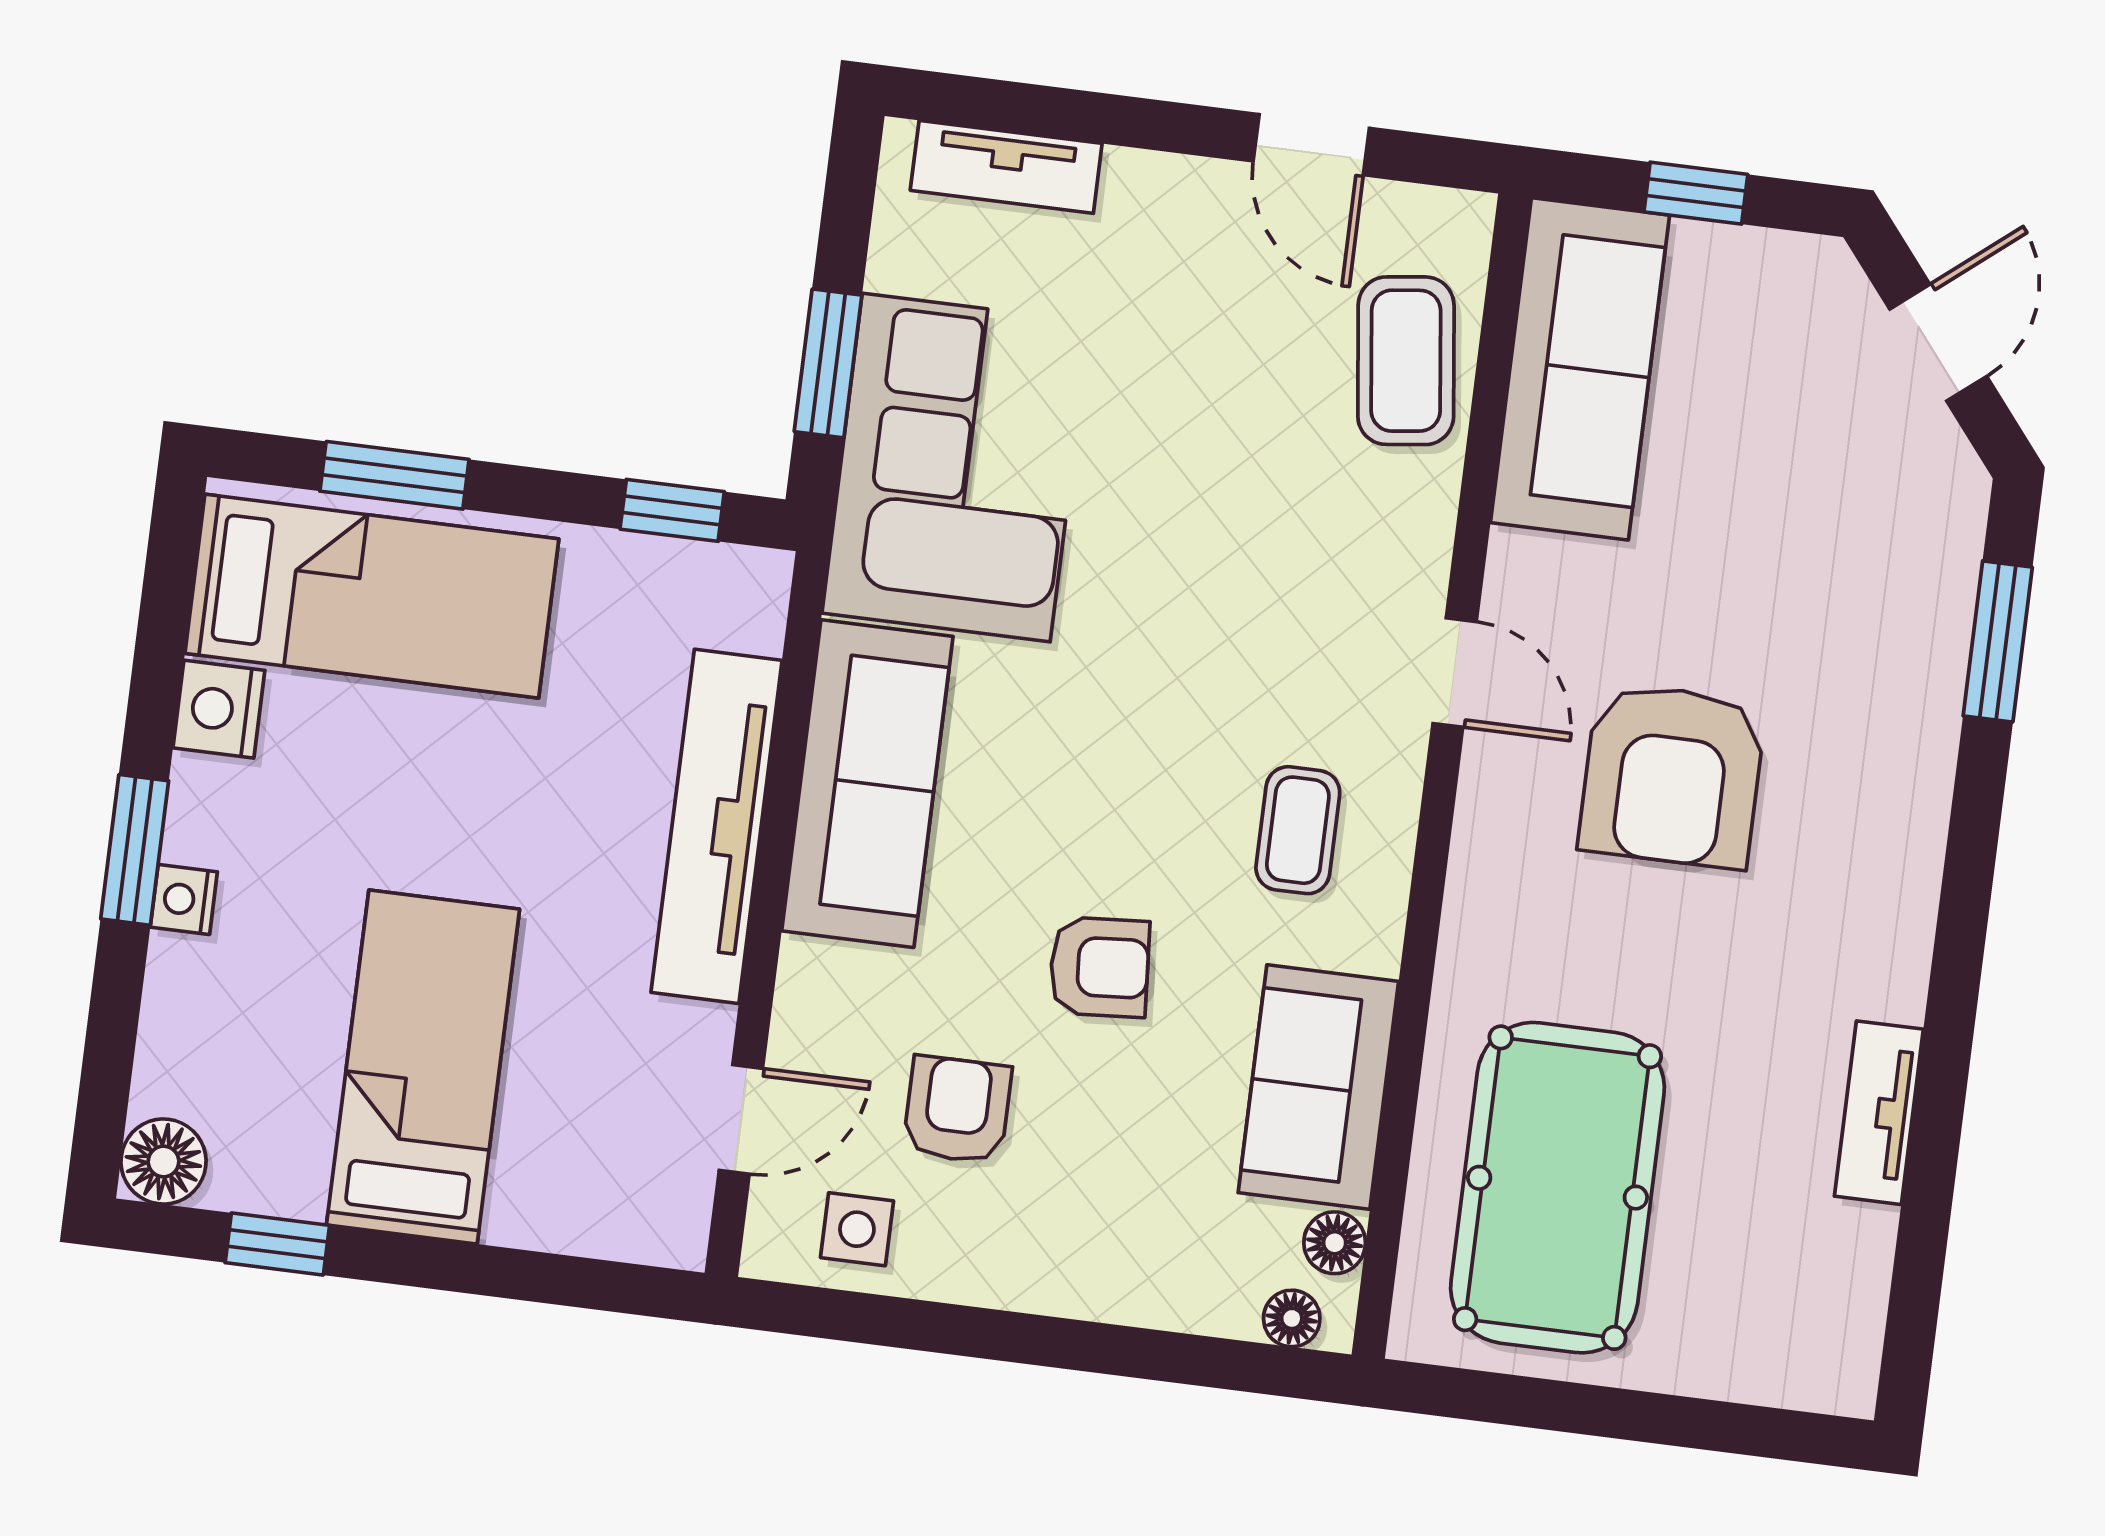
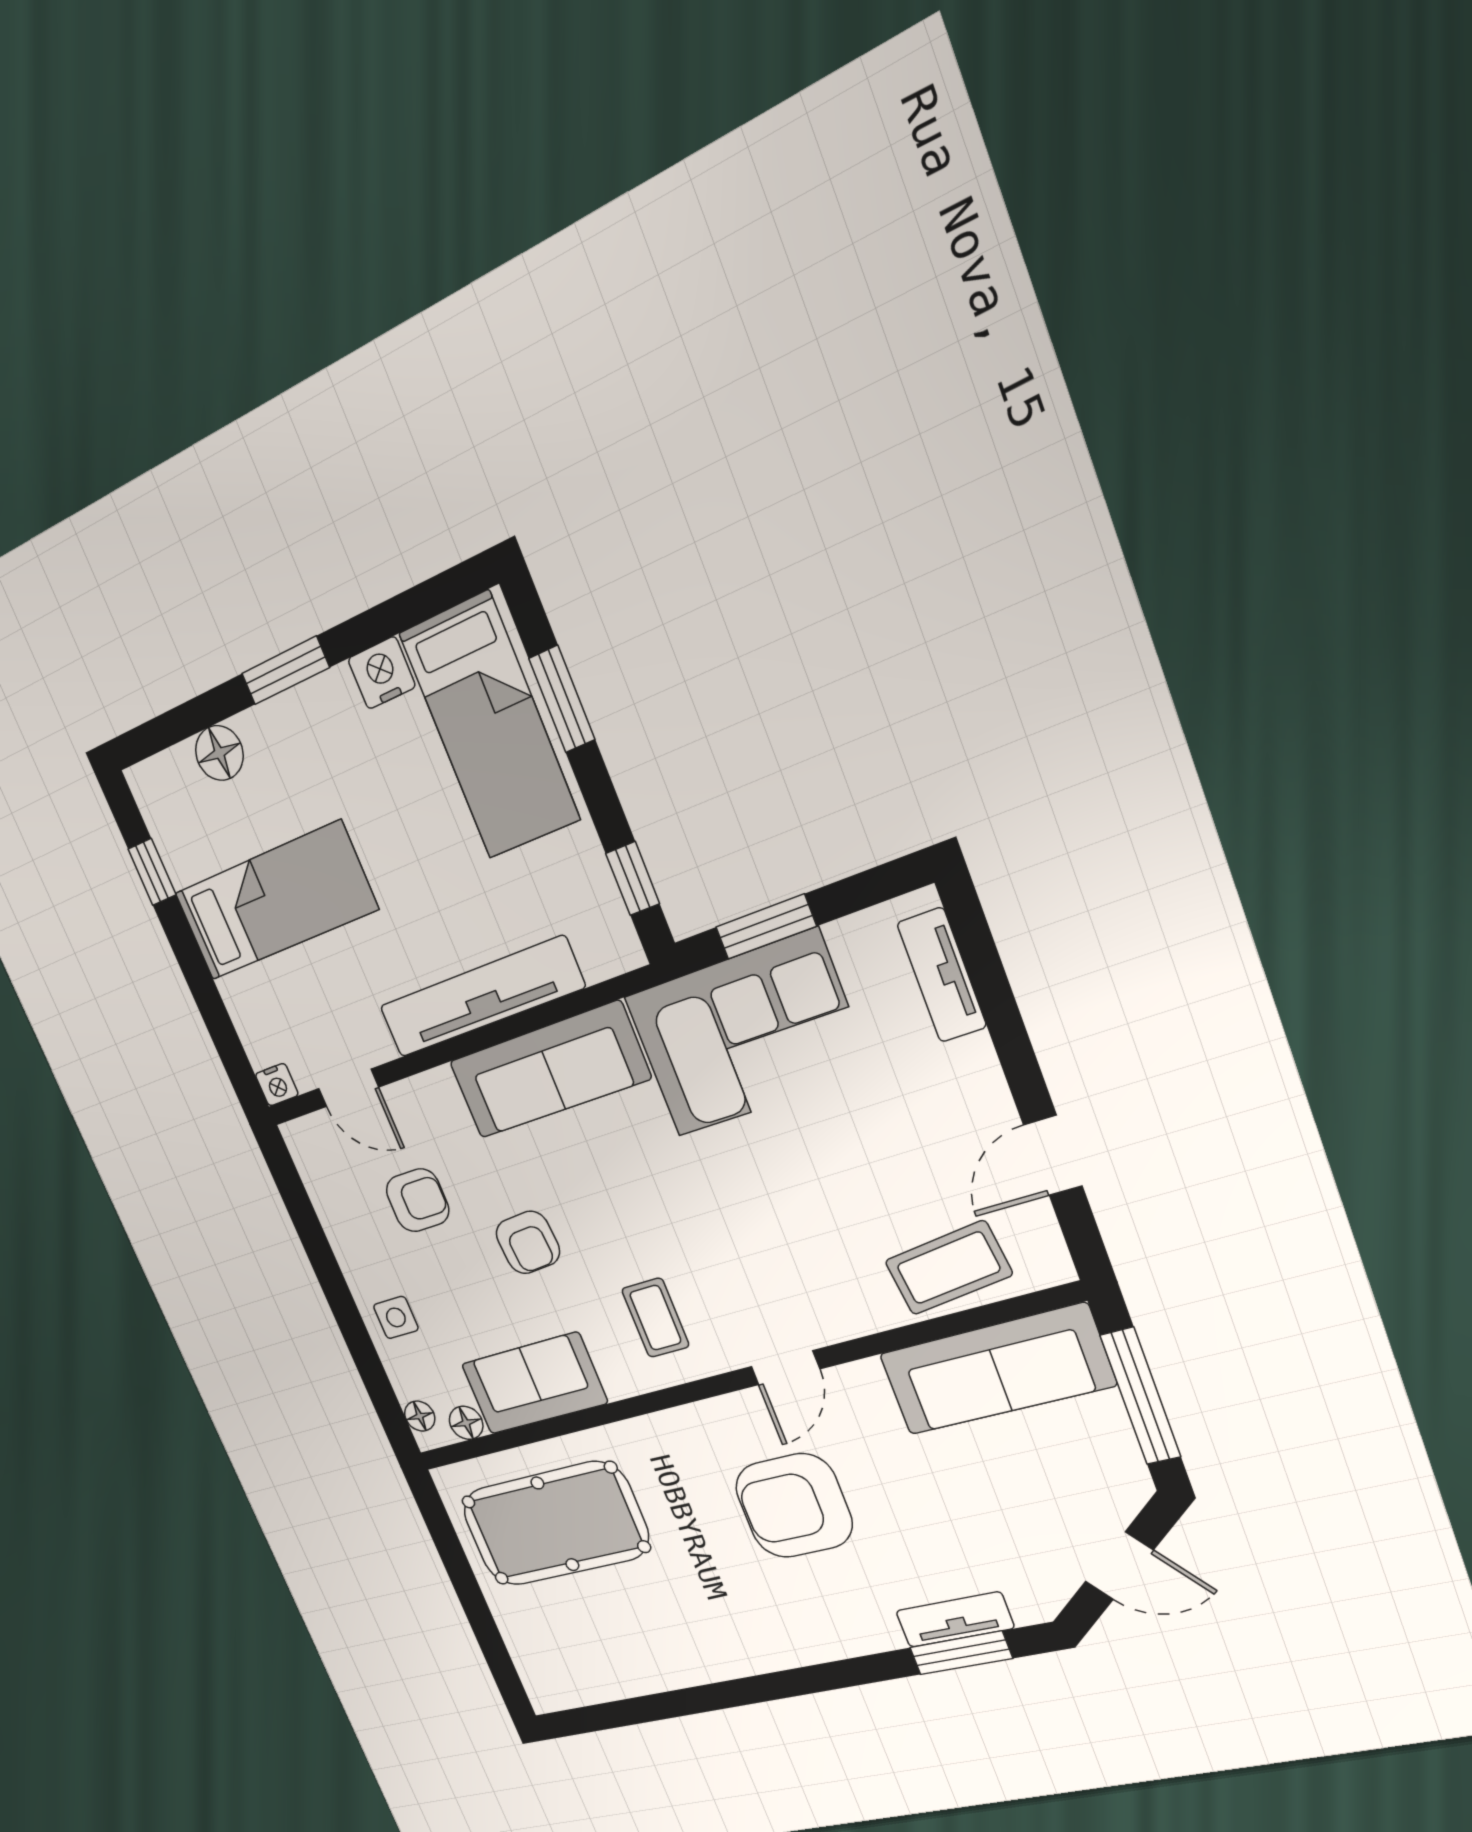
window: (1696, 193) -> (1140, 1396), width x2.17
coffee table: (1298, 830) -> (655, 1318), turned 90
nightstand: (184, 899) -> (277, 1085), moved, turned 180
tv unit: (1879, 1113) -> (955, 1620), moved
floor lamp: (163, 1162) -> (219, 753), moved
side table: (857, 1229) -> (396, 1317), moved

